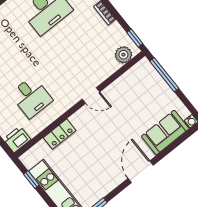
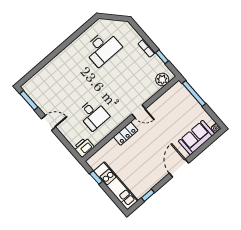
window: (135, 38) -> (162, 57), moved
locker: (60, 134) -> (126, 134), moved

